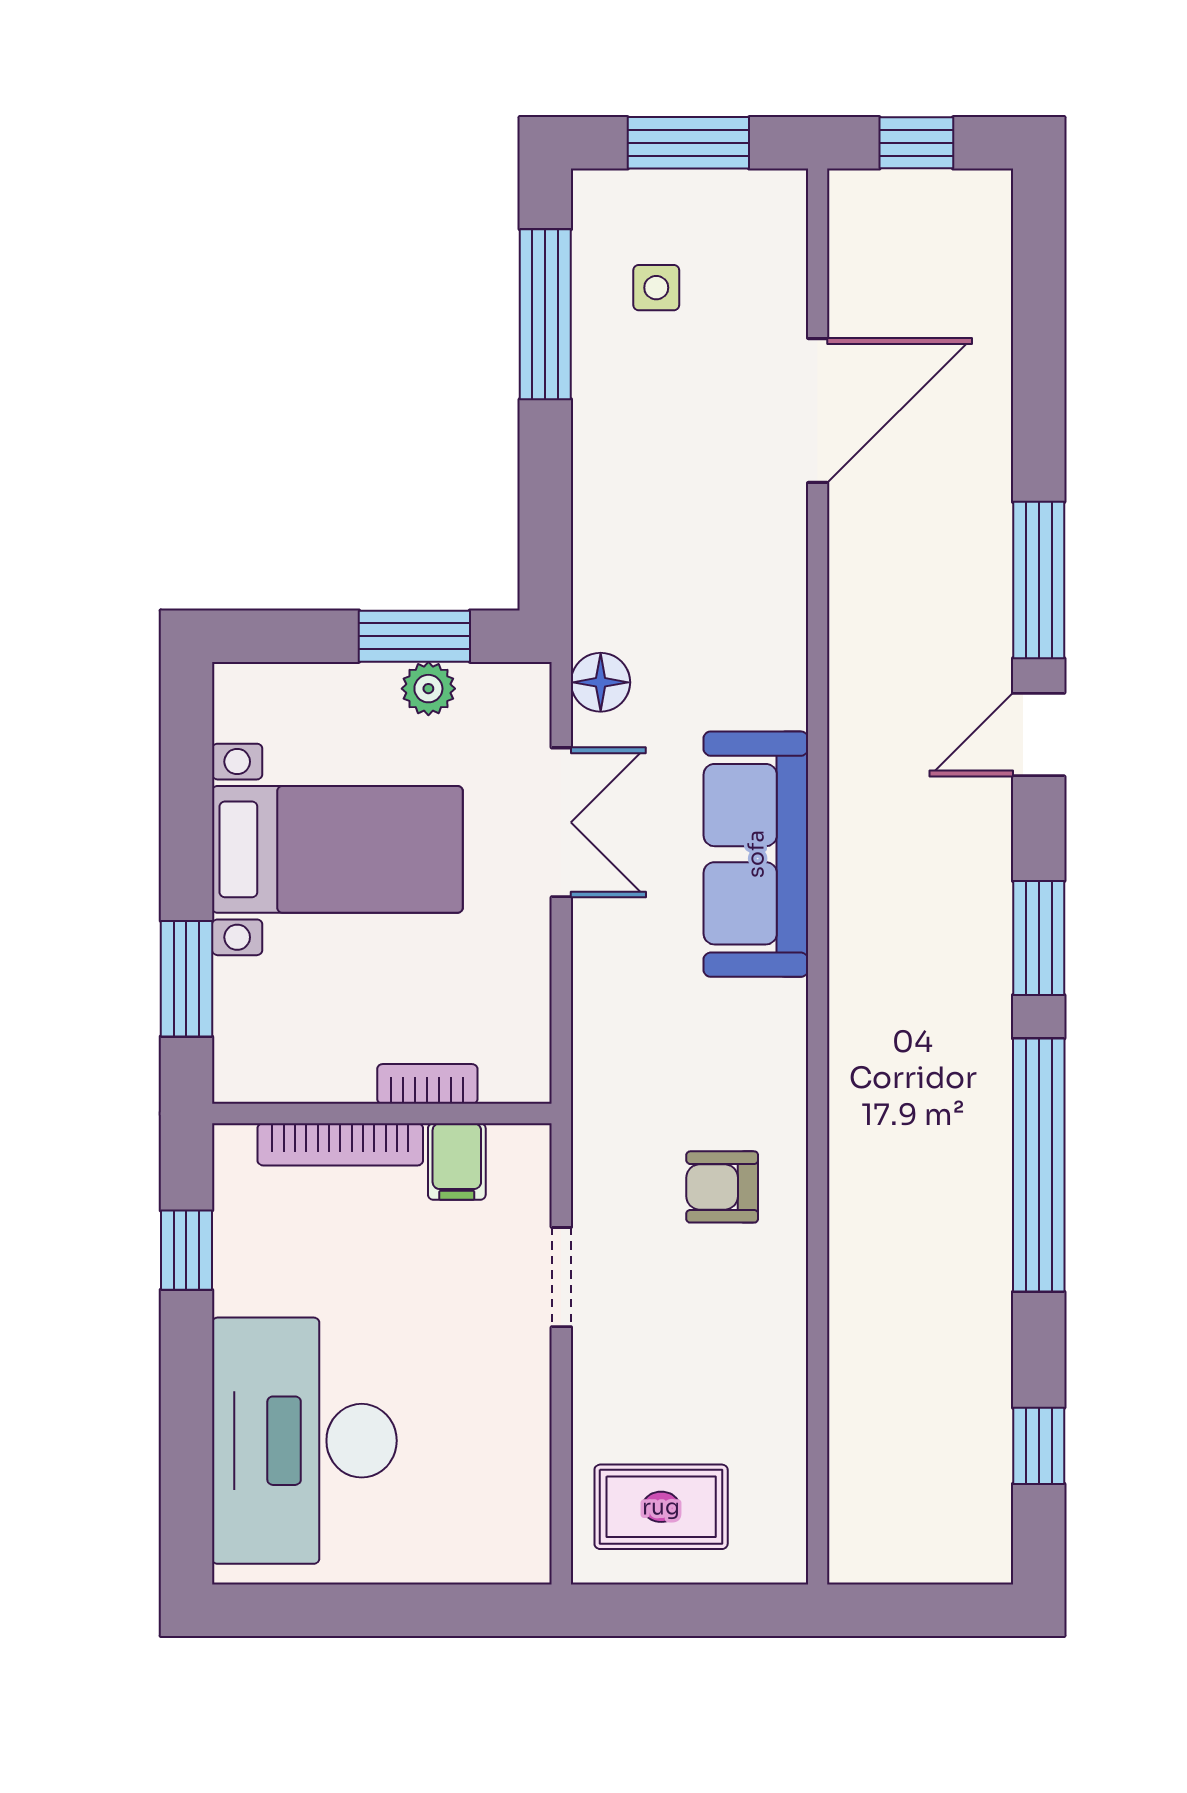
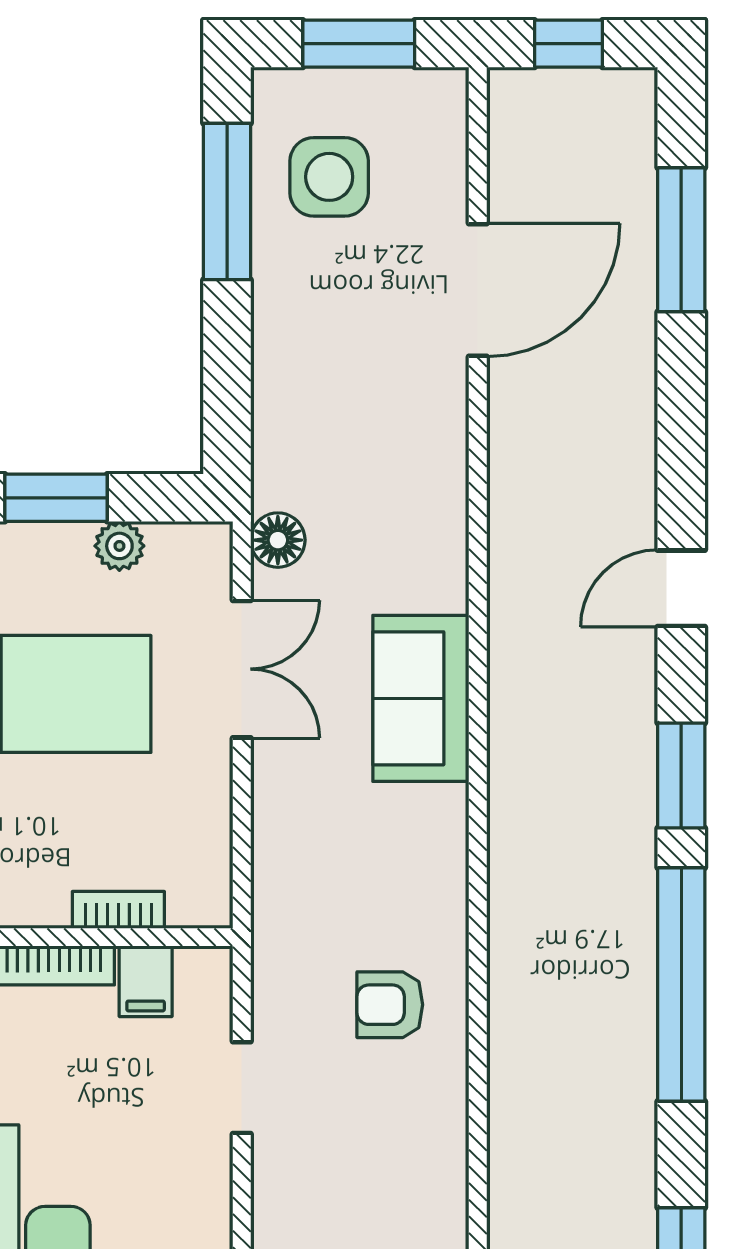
side table: (656, 288) -> (329, 177), width x1.87, depth x1.87
window: (1039, 580) -> (681, 240), moved
window: (414, 636) -> (56, 498), moved
sofa: (756, 854) -> (421, 698), width x0.73

